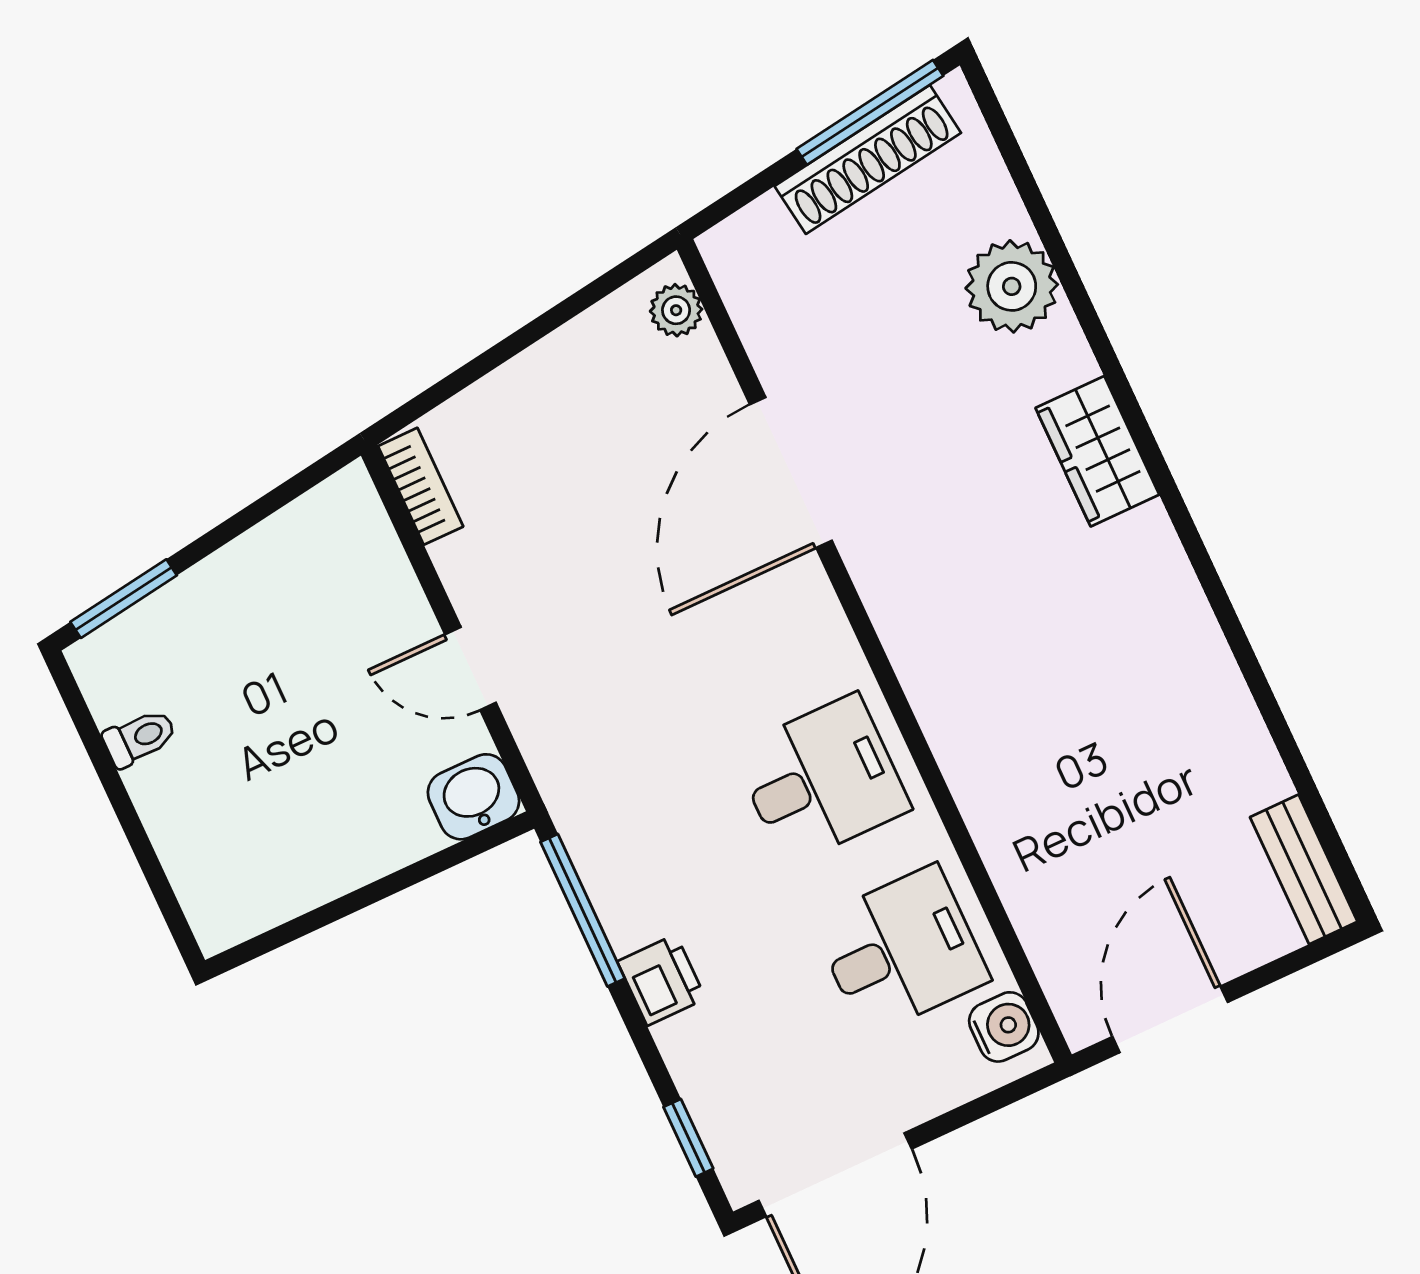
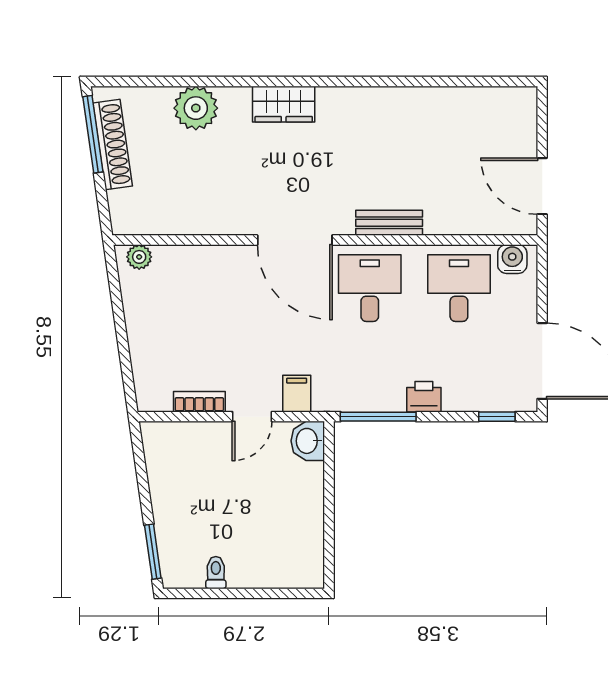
door: (791, 472) -> (295, 240), moved
bookcase: (421, 486) -> (199, 402), moved
filing cabinet: (554, 734) -> (297, 394), added
bench: (1304, 869) -> (389, 223), moved

